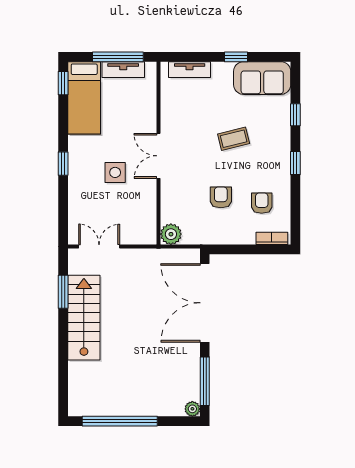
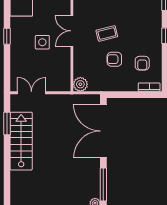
coffee table: (234, 139) -> (107, 33), moved
armchair: (221, 197) -> (114, 59), turned -90
armchair: (262, 203) -> (142, 63), turned 180

